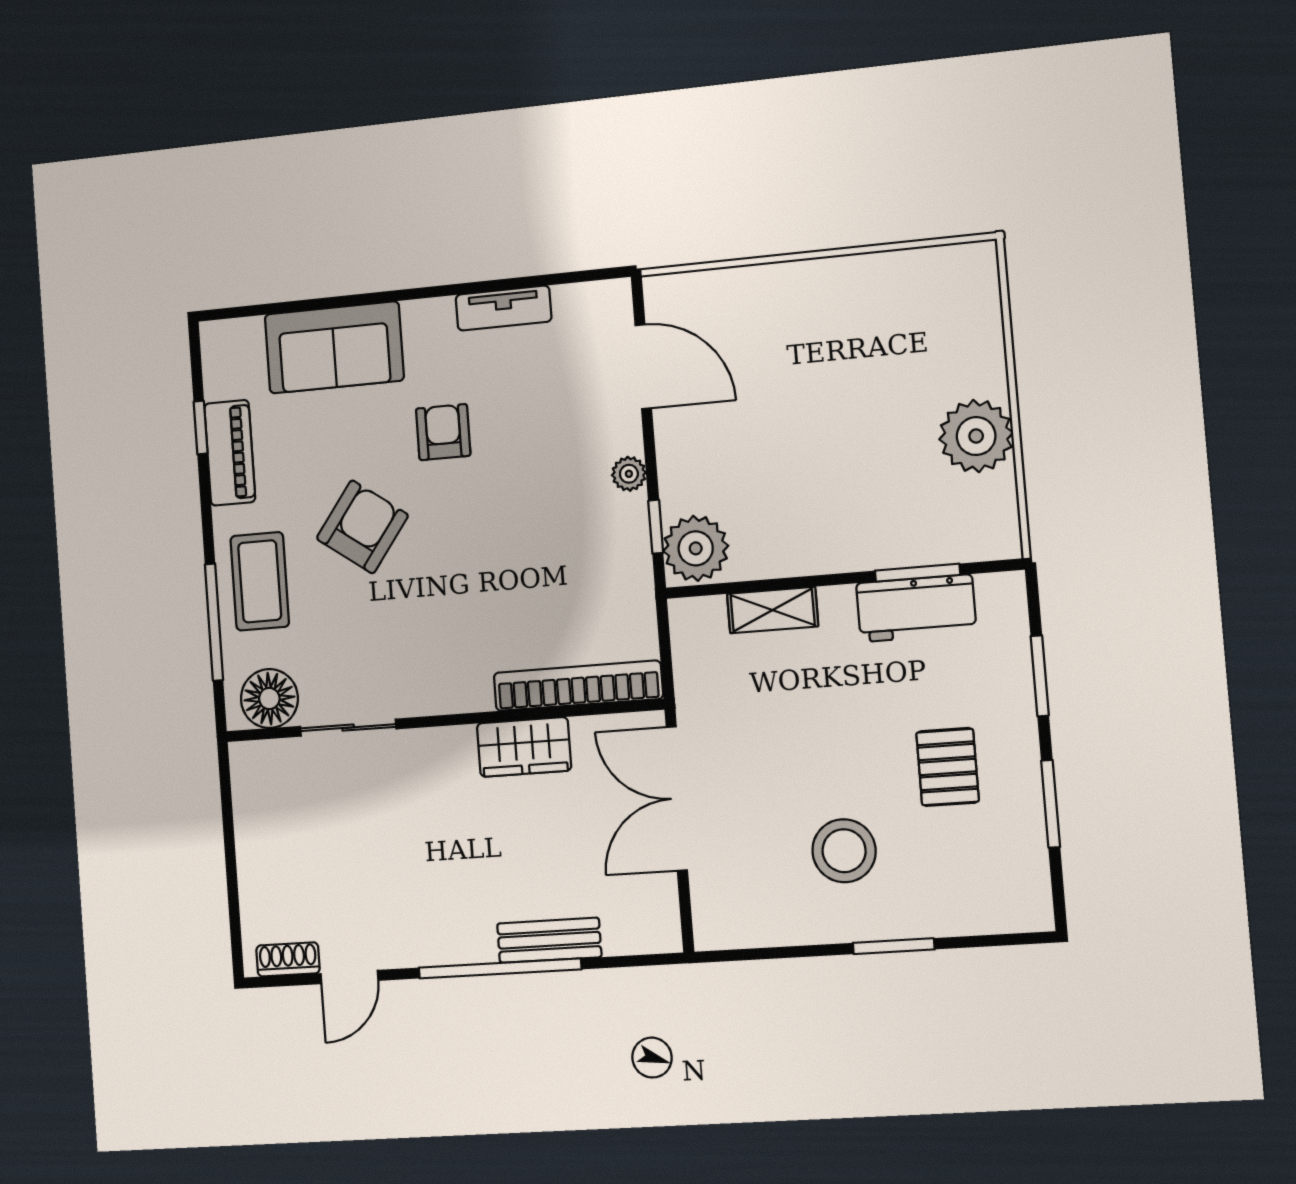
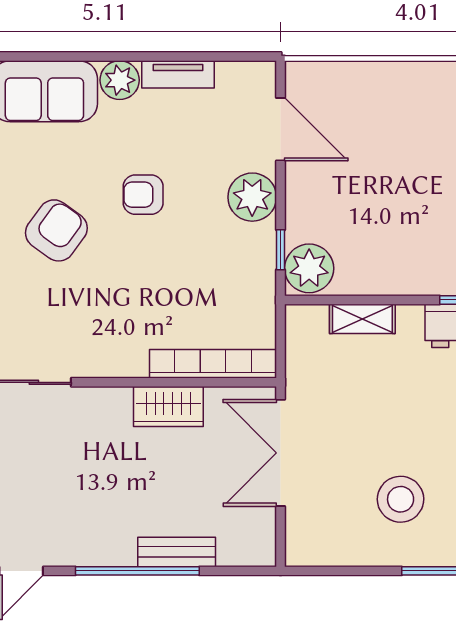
plant: (429, 323) -> (120, 80), added
armchair: (443, 432) -> (143, 195), moved, turned -90
plant: (629, 474) -> (252, 197), width x1.87, depth x1.87

